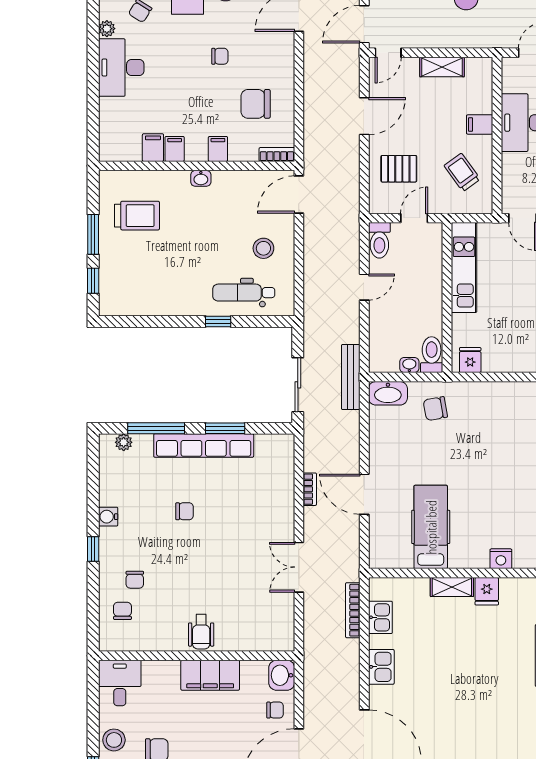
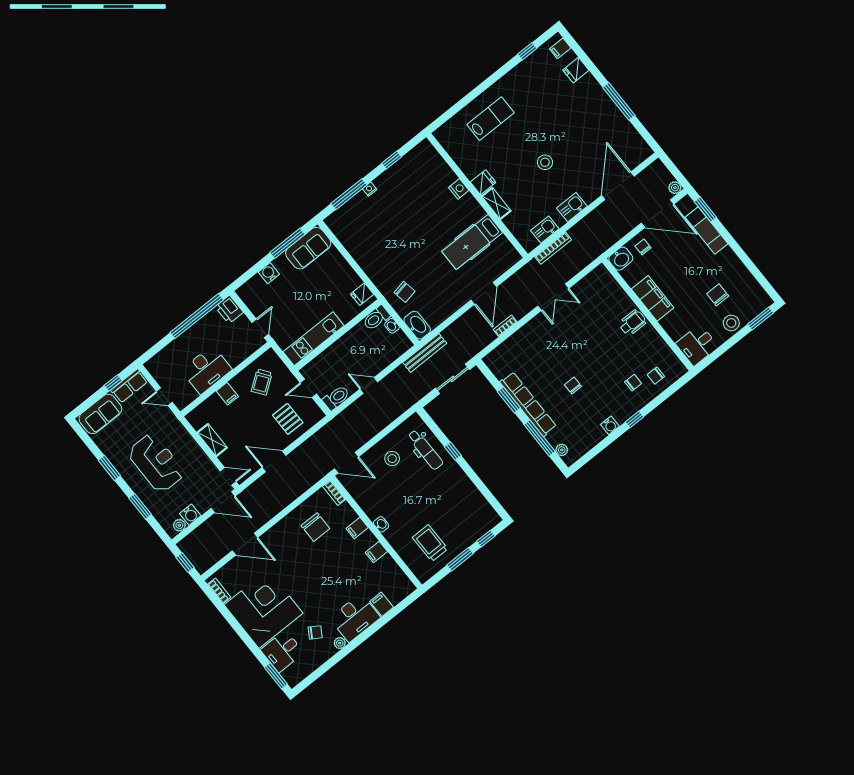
chair: (220, 56) -> (305, 568), removed
filing cabinet: (153, 148) -> (382, 604), moved, turned 90
stool: (454, 677) -> (545, 162), added

